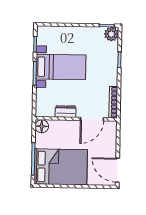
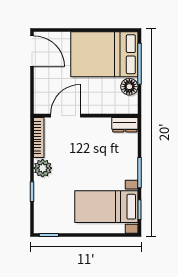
plant: (111, 34) -> (43, 168), moved
bed with nightstands: (61, 67) -> (106, 207), moved
dresser: (66, 112) -> (125, 125), moved
floor lamp: (42, 126) -> (129, 87), moved

